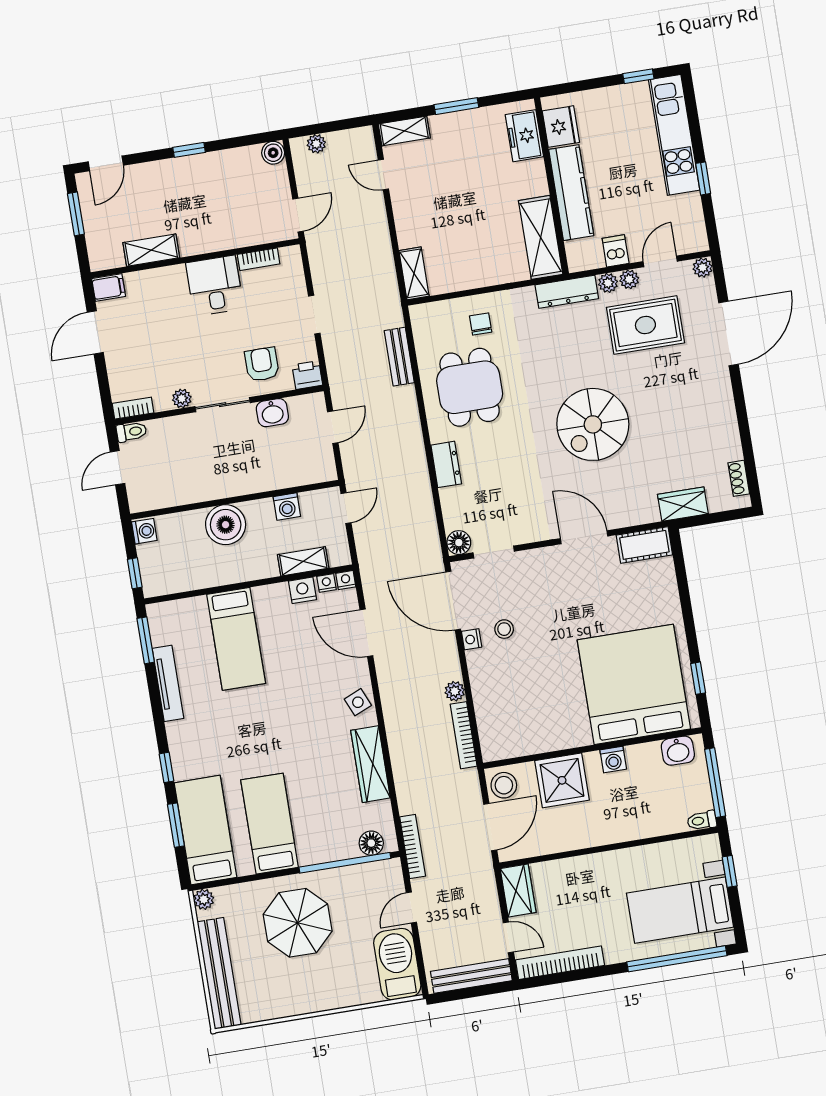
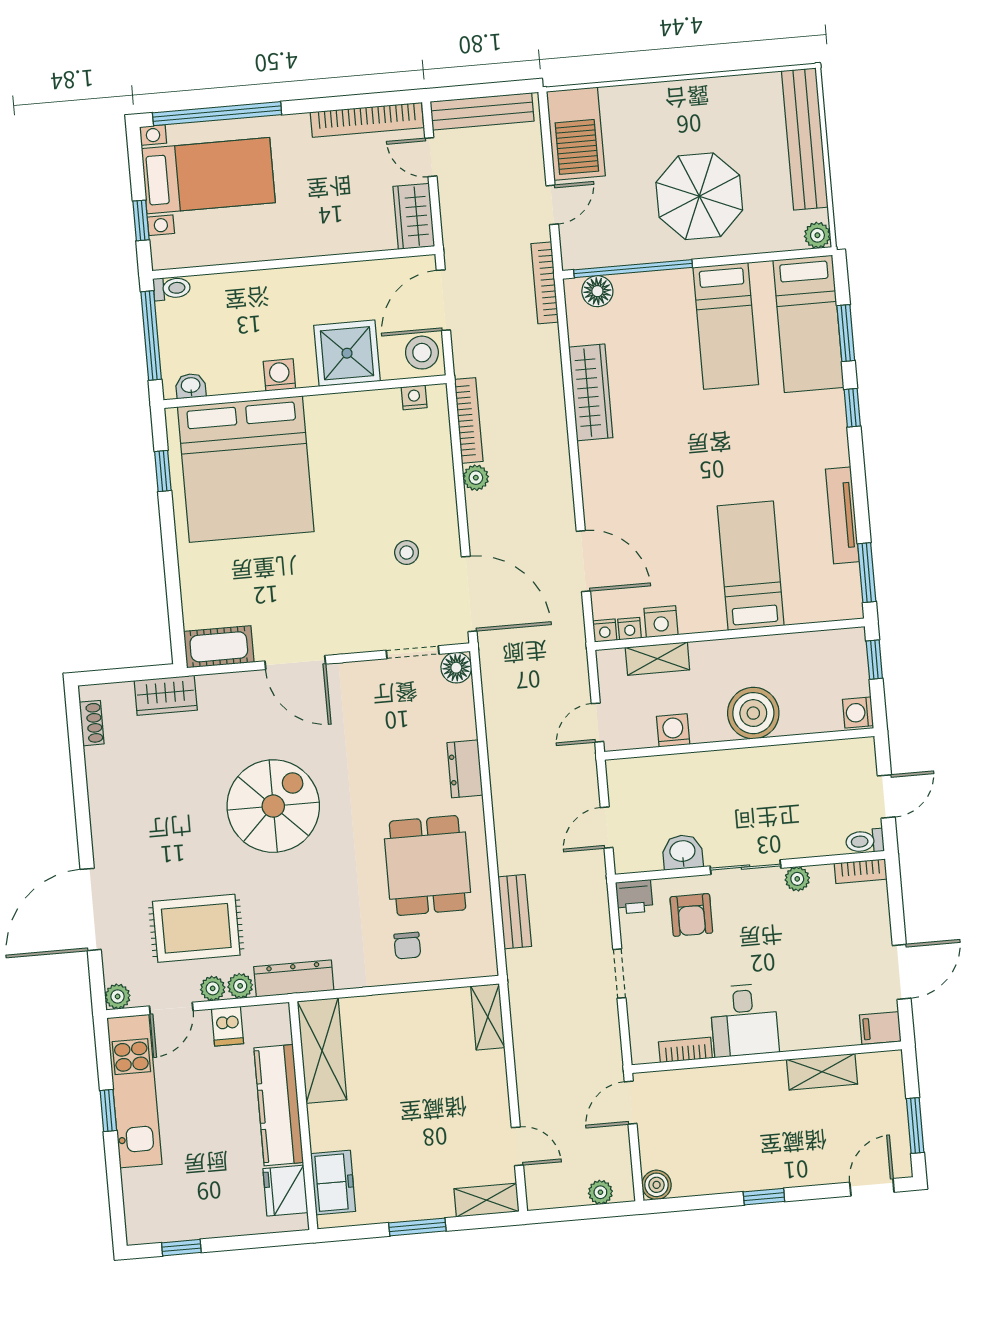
kitchen unit: (674, 135) -> (134, 1091), moved
nightstand: (472, 639) -> (414, 397), moved, turned -90
side table: (358, 702) -> (601, 473), removed
washbasin: (678, 751) -> (191, 386), width x0.72, depth x0.69

